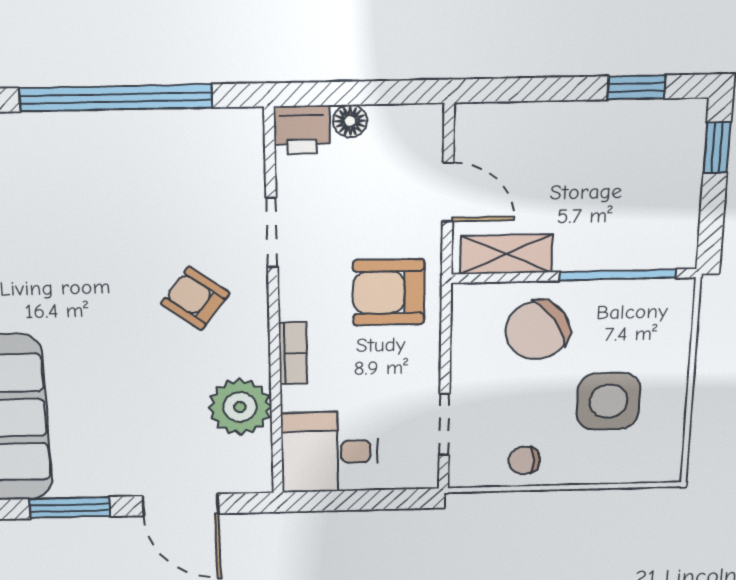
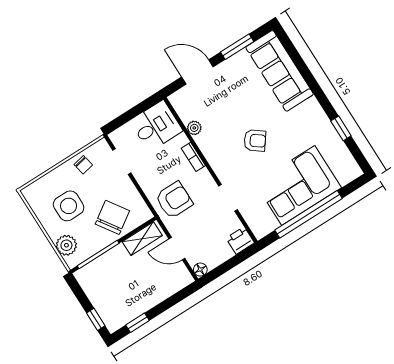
floor lamp: (350, 121) -> (200, 270), moved
corner sofa: (103, 171) -> (298, 185), added
armchair: (195, 298) -> (255, 141), moved
plant: (667, 330) -> (66, 245), added
plant: (240, 407) -> (194, 128), width x0.53, depth x0.53
chair: (524, 460) -> (83, 165), turned 78

